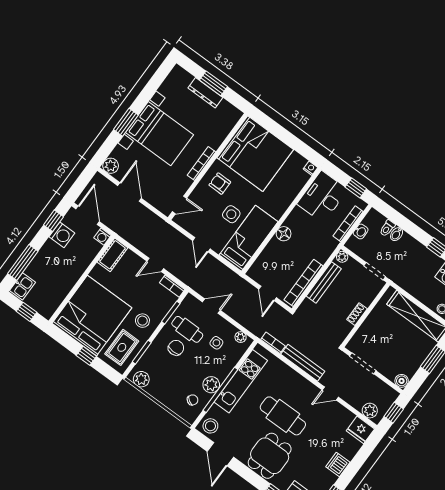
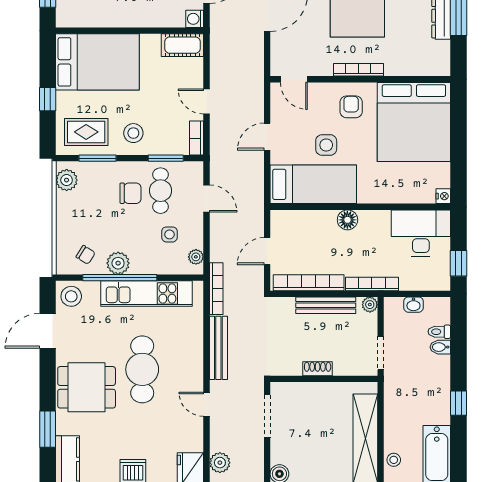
bookcase: (348, 224) -> (372, 284), moved
bed: (92, 316) -> (97, 62), width x0.73
bookcase: (273, 343) -> (216, 289), width x1.56

